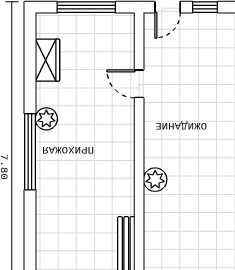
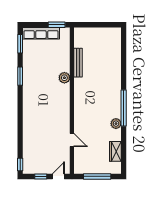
plant: (155, 180) -> (64, 78), moved

